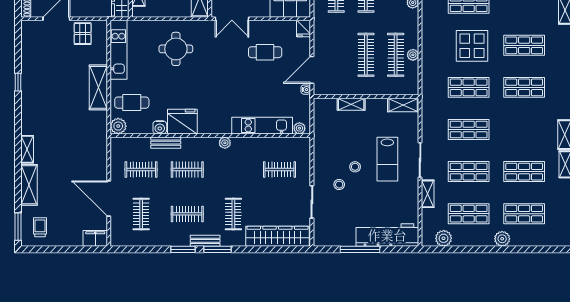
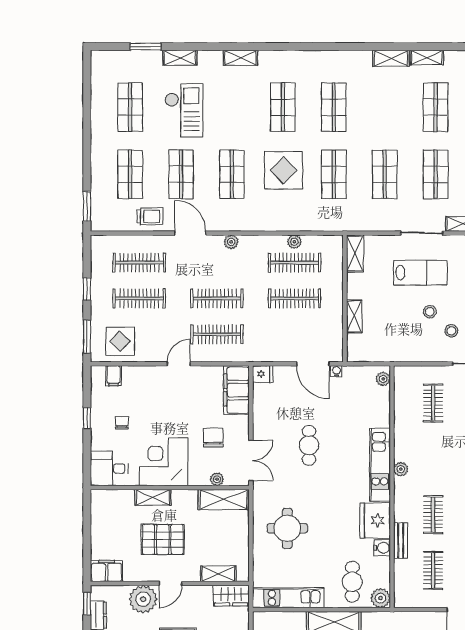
cafe table: (265, 52) -> (309, 445), moved
kitchen unit: (262, 126) -> (380, 465), moved

